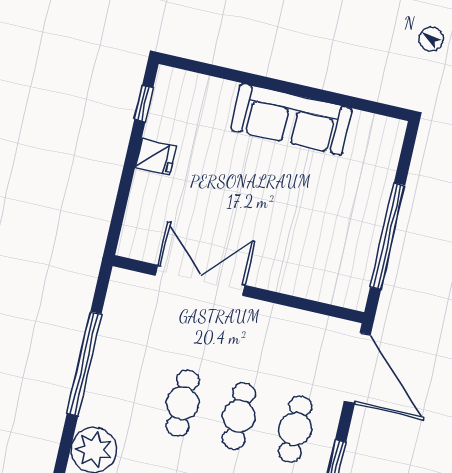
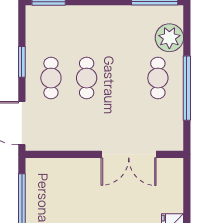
cafe table: (183, 403) -> (158, 78), moved

